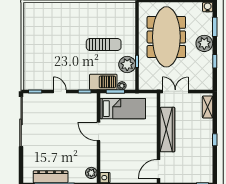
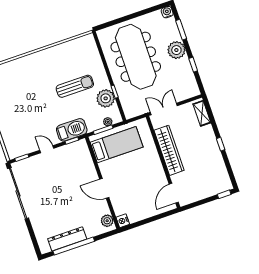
barbecue: (103, 82) -> (72, 130), moved
door: (99, 131) -> (104, 188), moved

